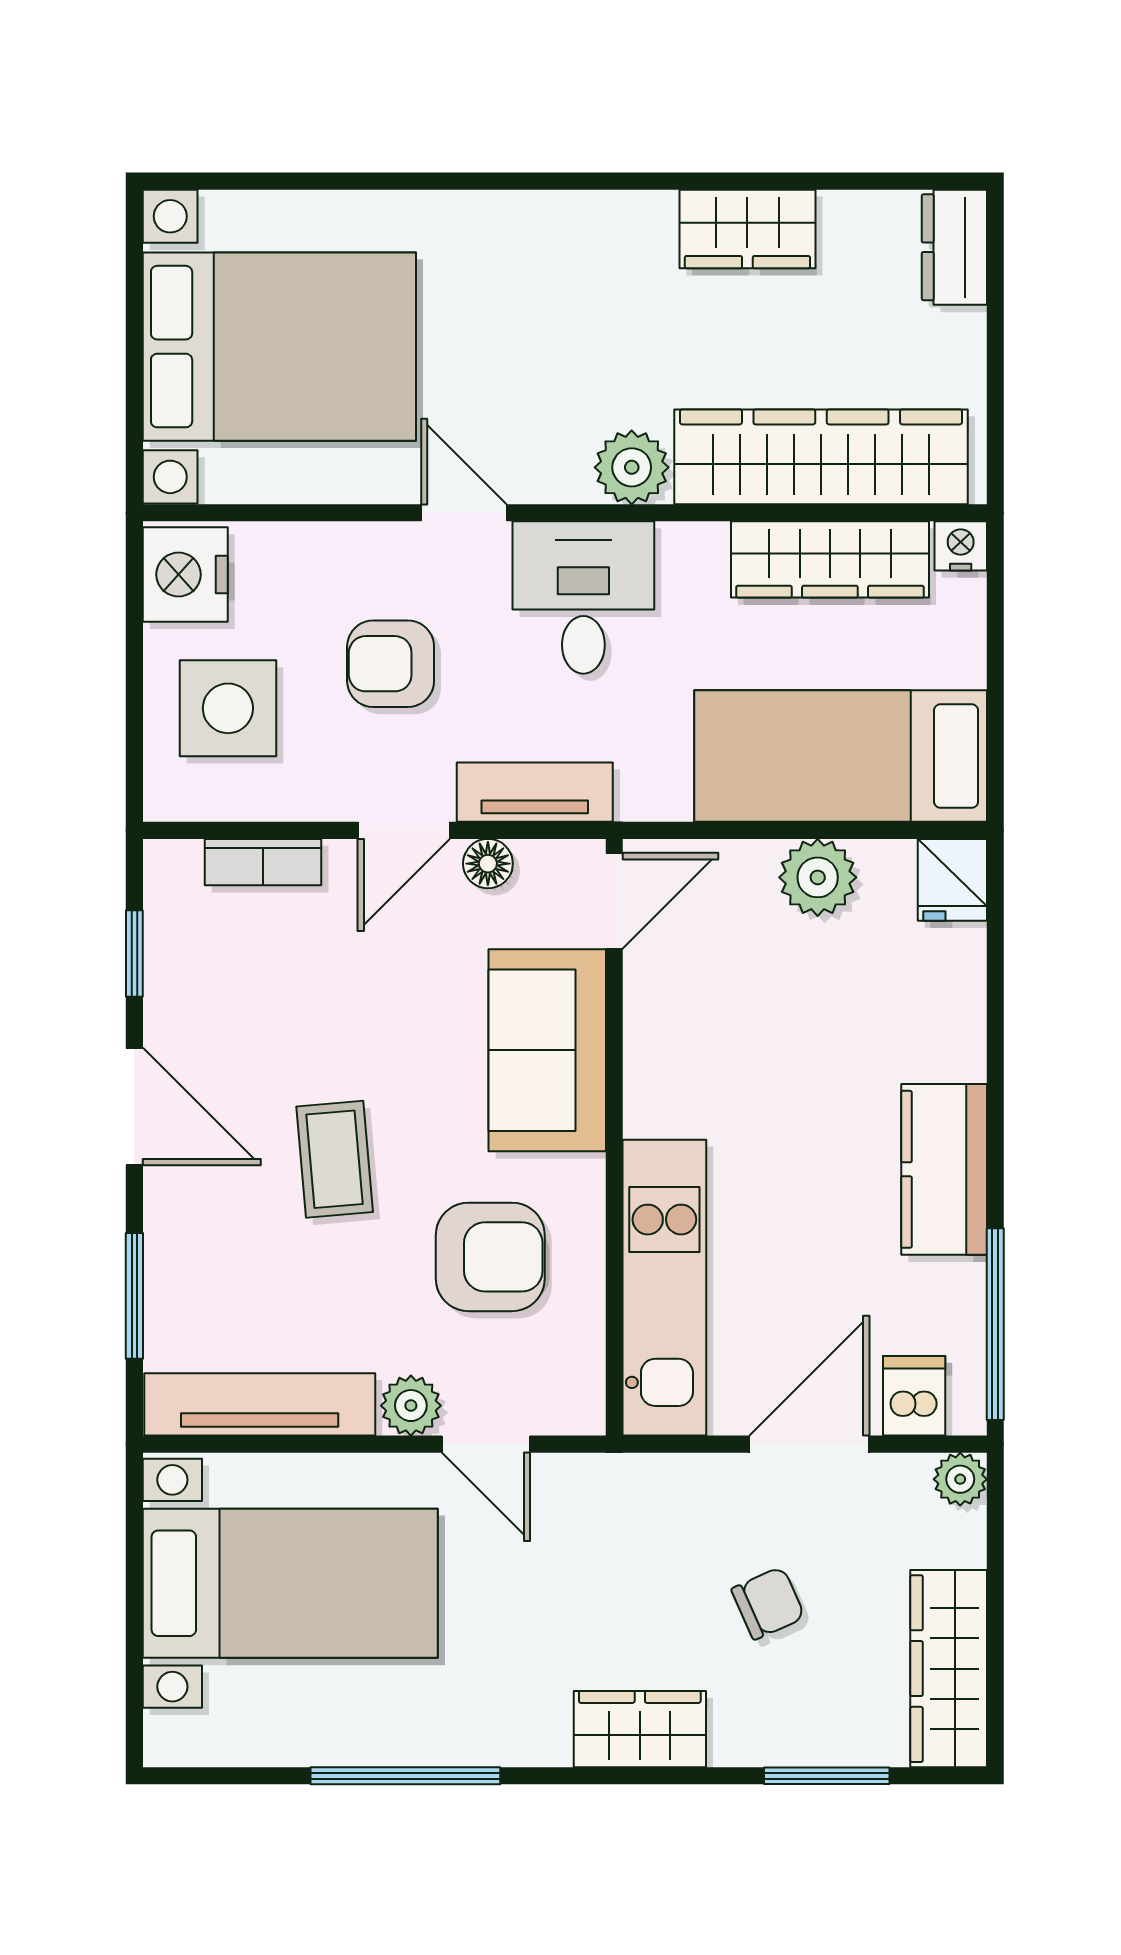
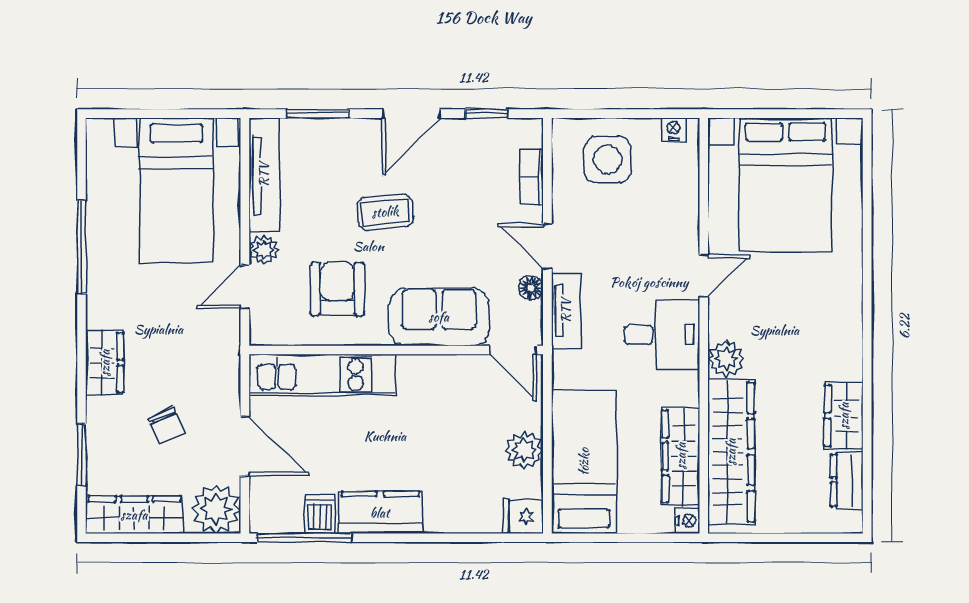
dresser: (954, 247) -> (847, 480), moved, turned -90
nightstand: (185, 574) -> (673, 129), width x0.53, depth x0.56
armchair: (391, 664) -> (629, 240), removed
armchair: (490, 1257) -> (337, 289), turned 180
dishwasher: (914, 1396) -> (320, 514), moved, turned -90
plant: (960, 1479) -> (216, 509), width x1.88, depth x1.88

